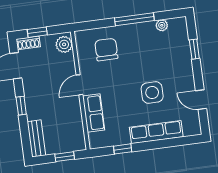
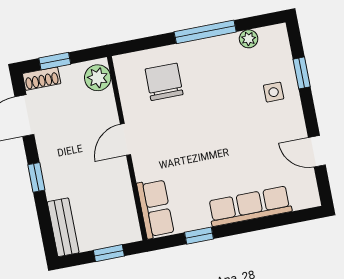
side table: (152, 93) -> (274, 92), moved, width x0.54, depth x0.54
row of seats: (94, 113) -> (155, 209), moved

